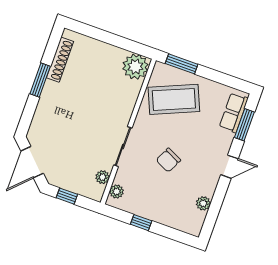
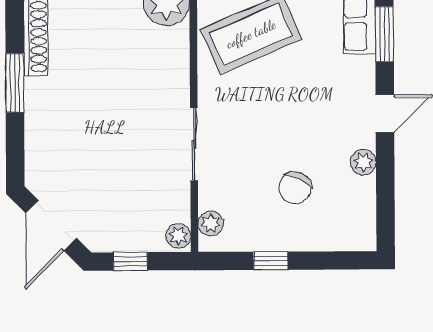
chair: (168, 160) -> (295, 188), moved
plant: (102, 177) -> (178, 236), moved
plant: (203, 203) -> (363, 162), moved

